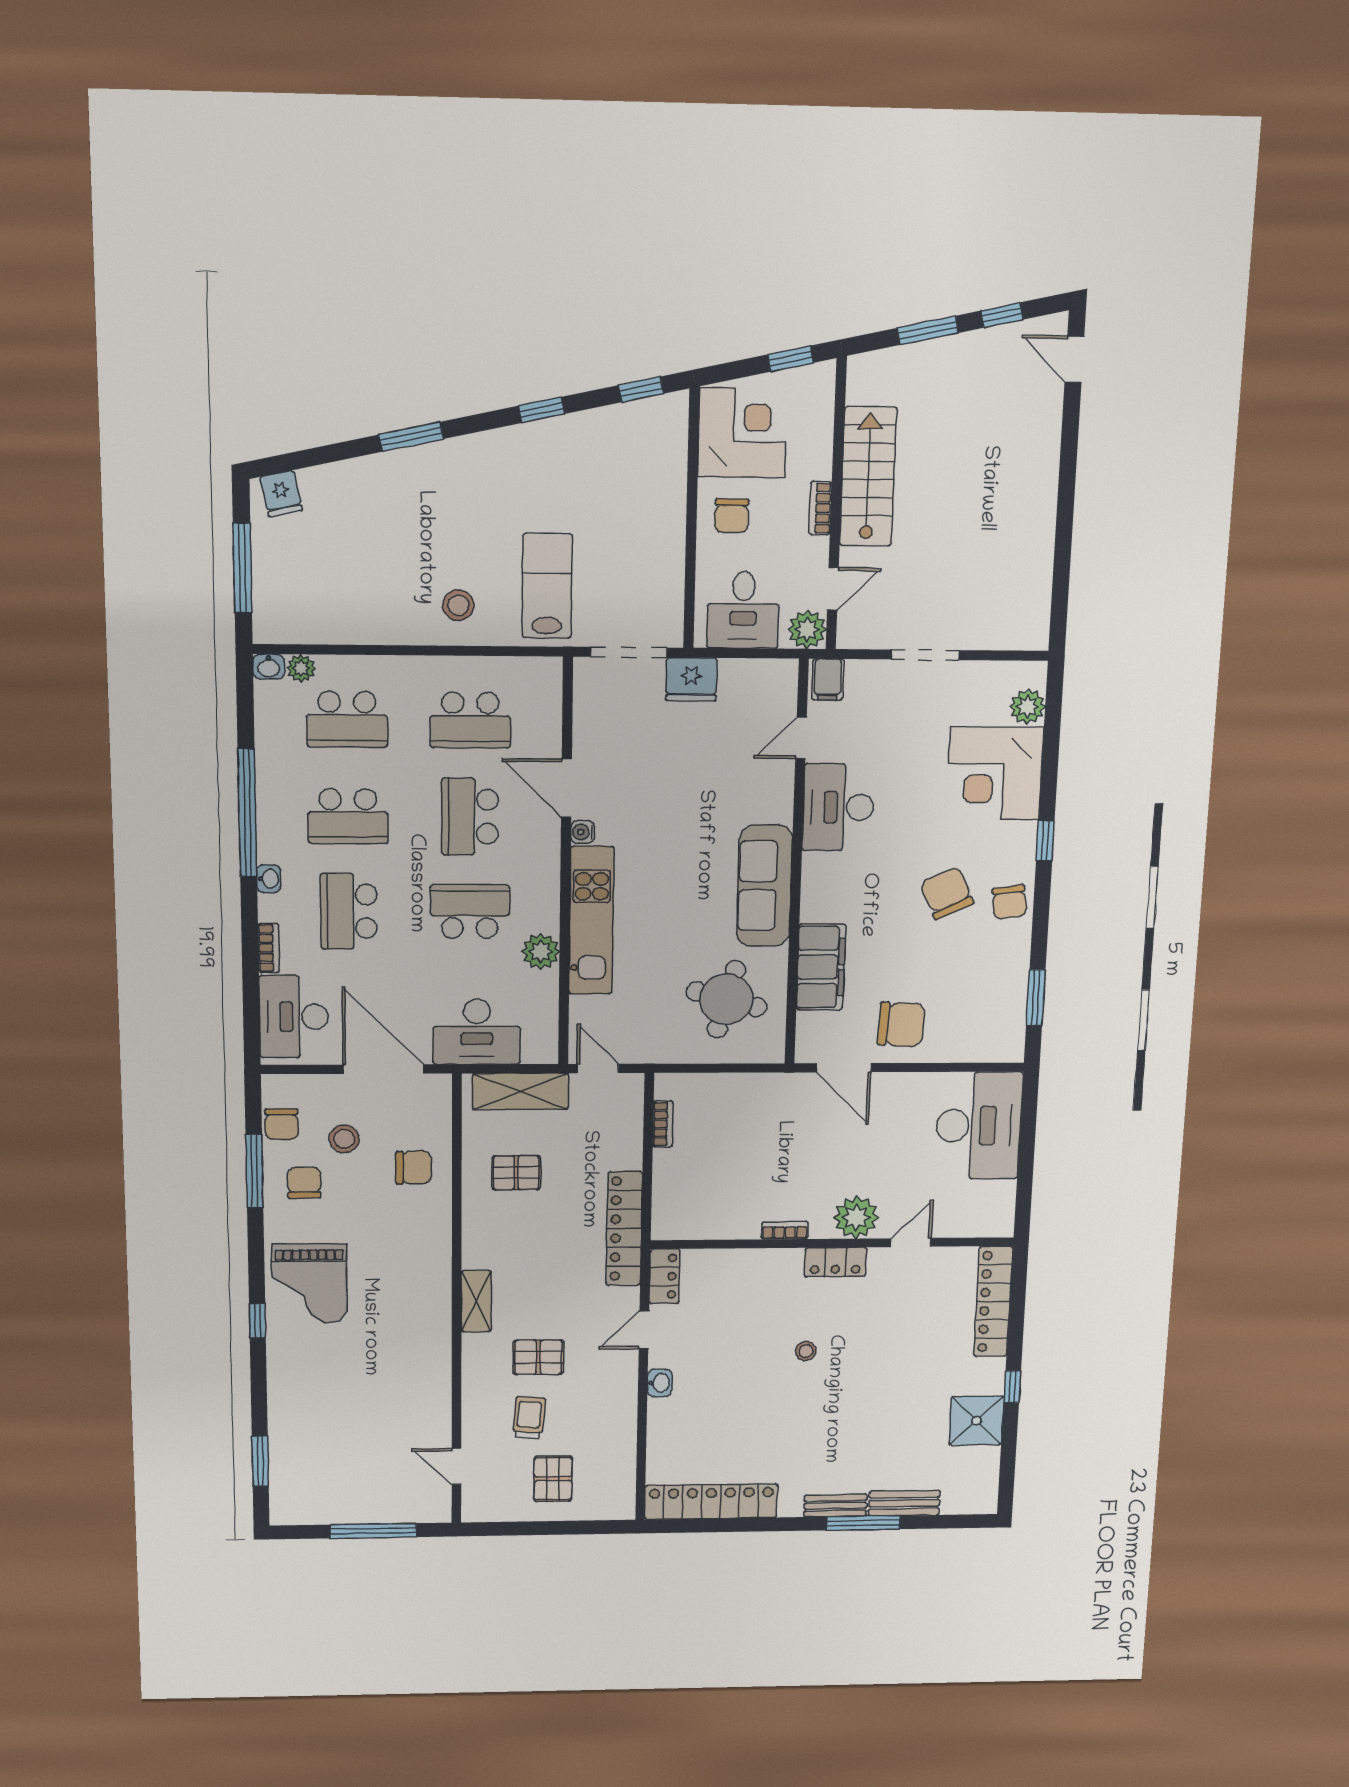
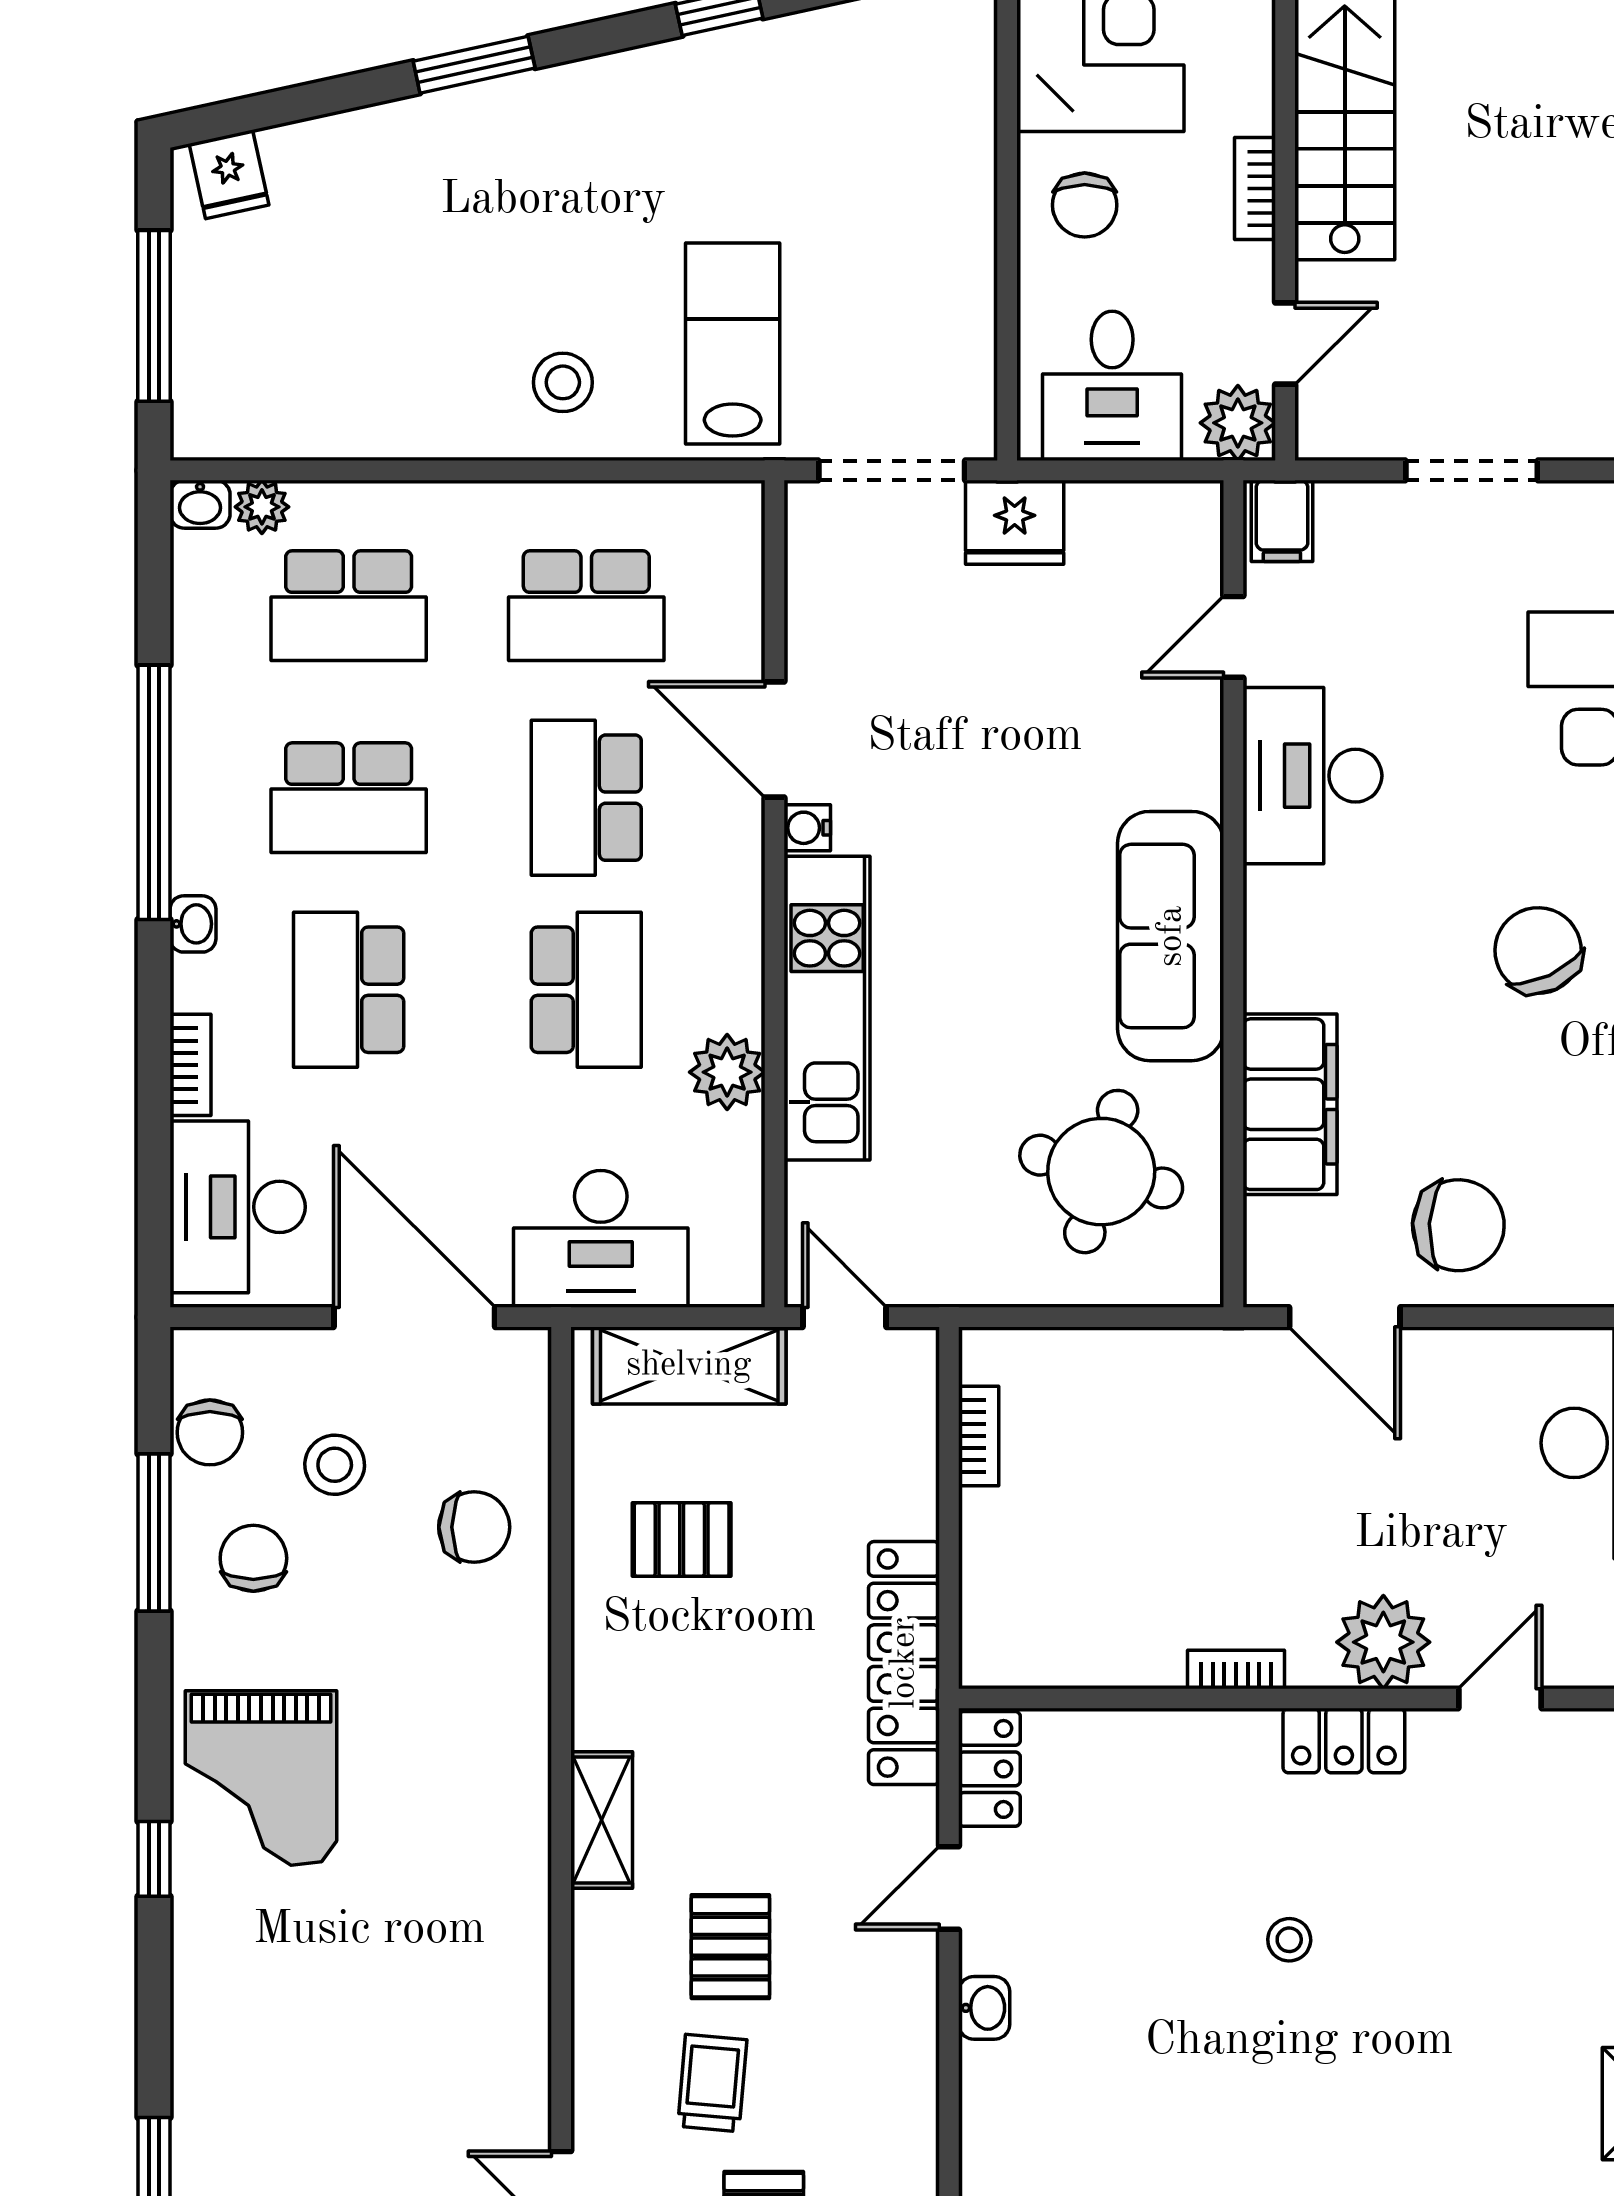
school desk: (470, 911) -> (586, 990), turned 90
pallet: (538, 1357) -> (730, 1947), turned 90

